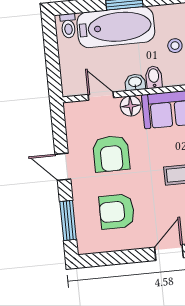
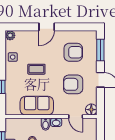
floor lamp: (131, 106) -> (91, 110), moved
armchair: (111, 154) -> (73, 84), turned -90

